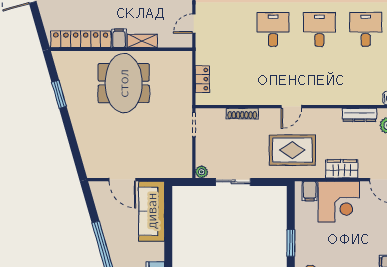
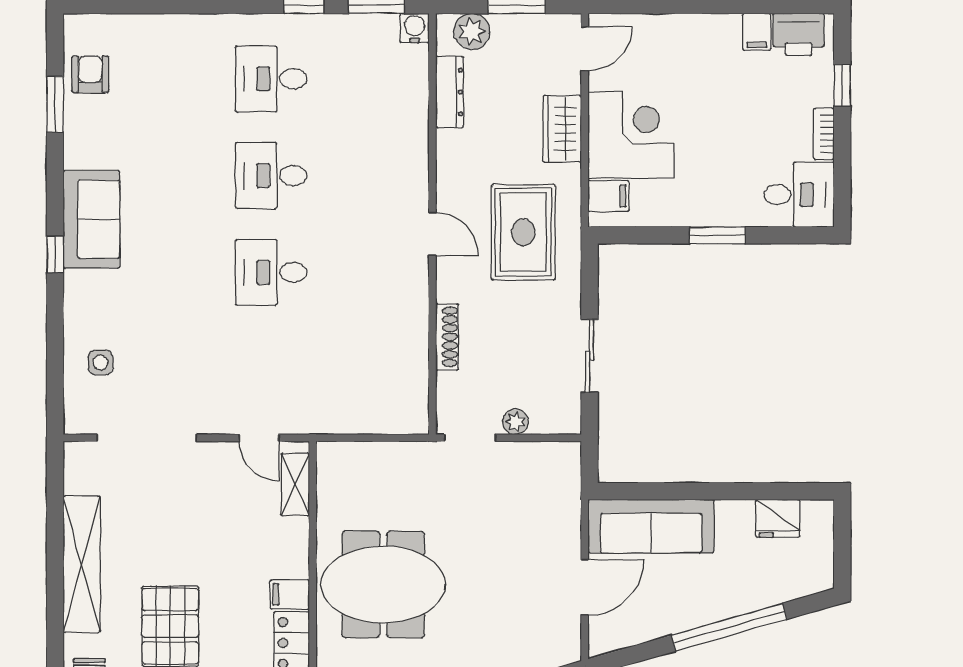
shelving: (142, 41) -> (295, 485), moved
locker: (202, 79) -> (375, 420), removed
plant: (202, 172) -> (515, 422), moved

